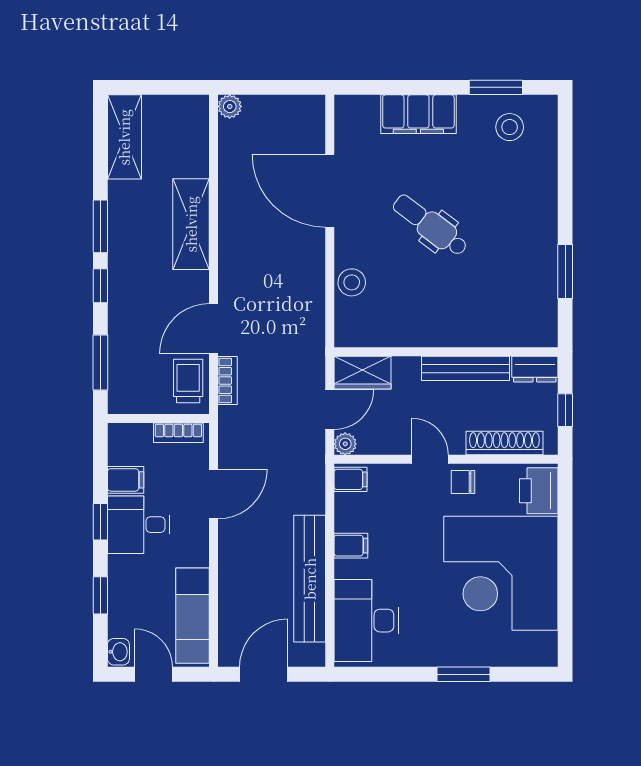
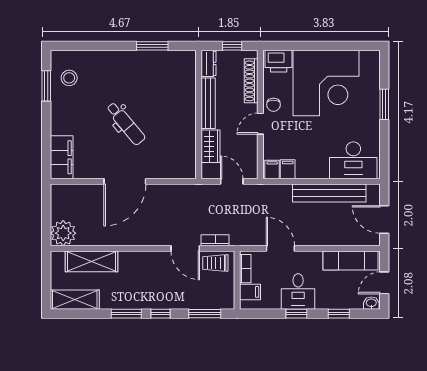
plant: (230, 106) -> (63, 233), width x1.87, depth x1.87
filing cabinet: (418, 114) -> (62, 157), moved
door: (330, 191) -> (125, 181), moved
shelving: (191, 224) -> (92, 261), moved
dental chair: (430, 225) -> (126, 124), turned -77
stool: (352, 282) -> (159, 169), removed
wardrobe: (362, 373) -> (211, 146), moved
plant: (345, 444) -> (252, 173), removed
filing cabinet: (126, 480) -> (250, 292), moved, turned 90
filing cabinet: (351, 546) -> (288, 169), moved

